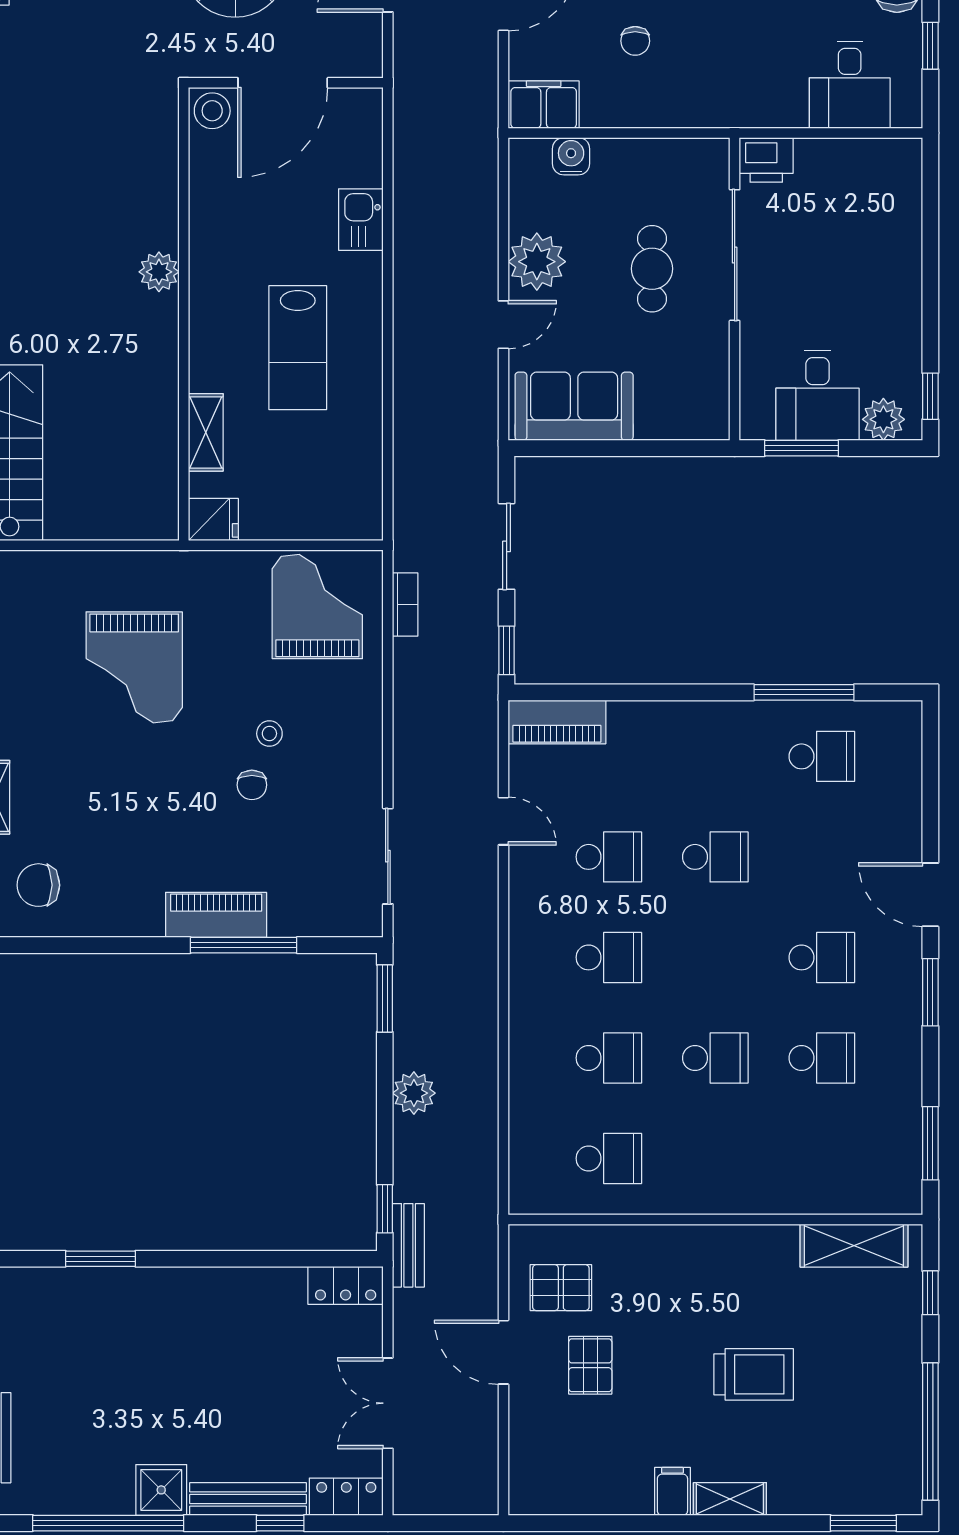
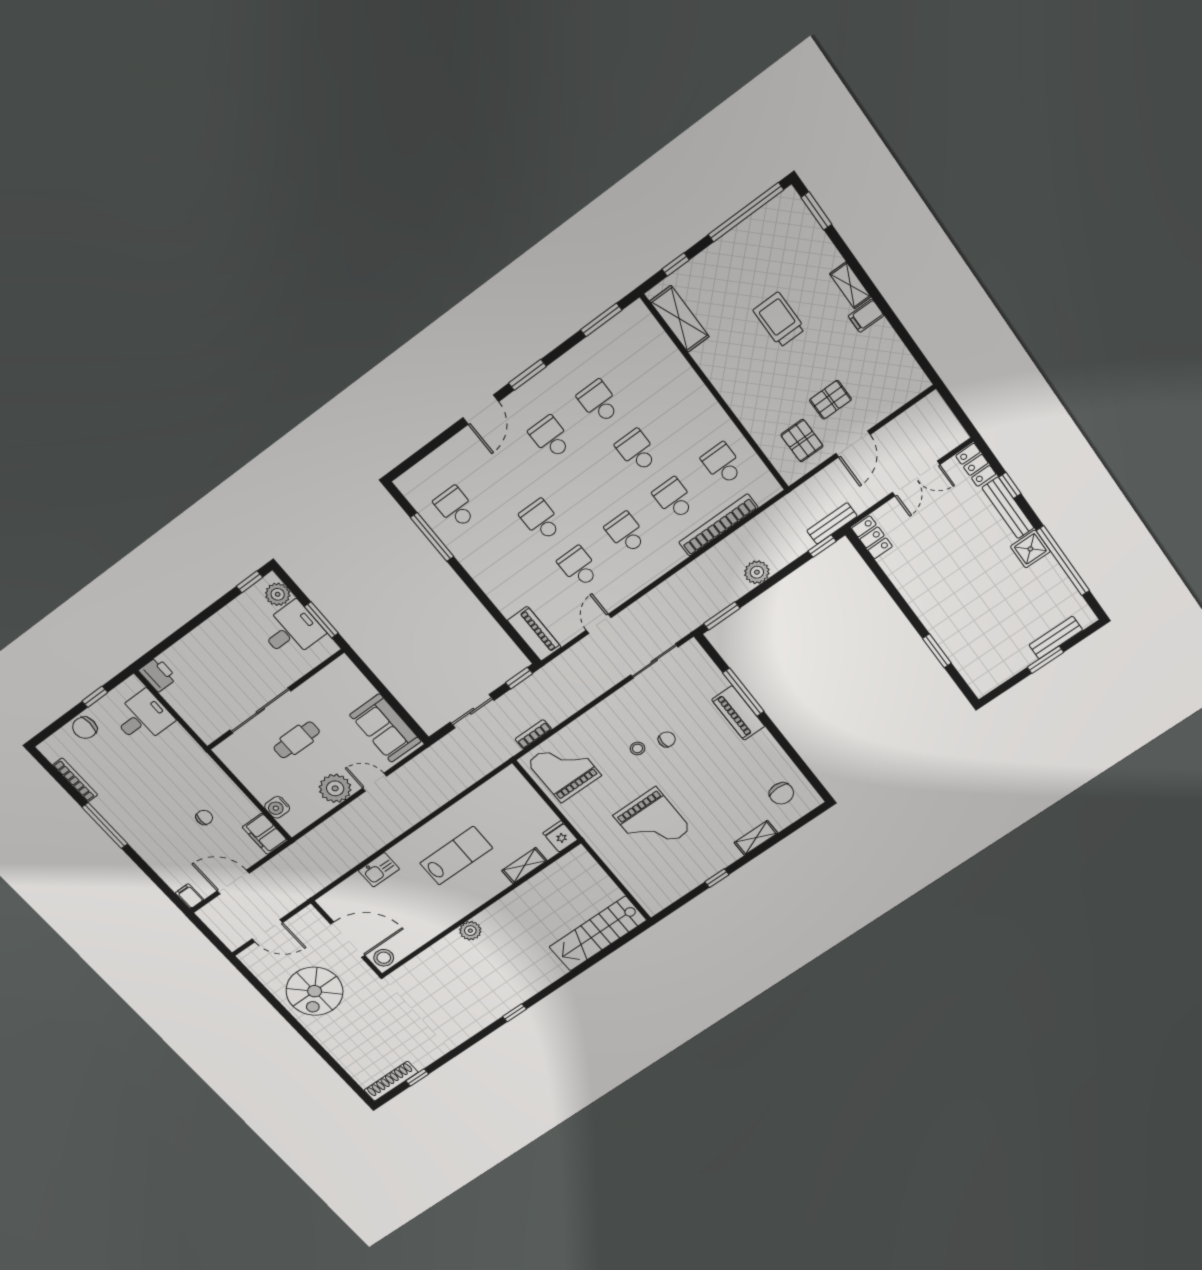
printer: (766, 160) -> (158, 674), moved
grand piano: (317, 607) -> (564, 769), turned 90
grand piano: (134, 667) -> (652, 822), turned 90
bookcase: (524, 1090) -> (718, 525), added

